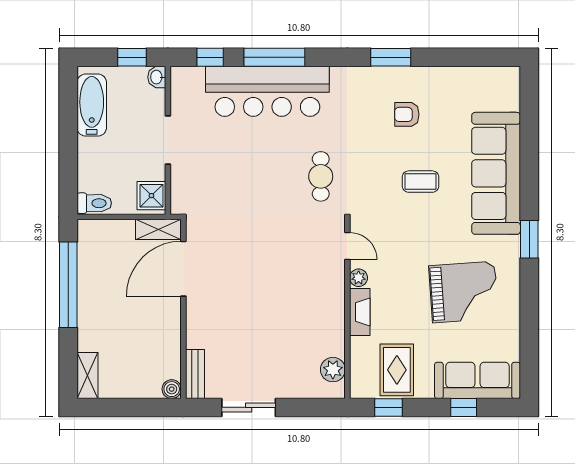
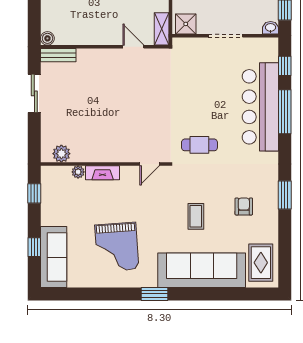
door: (183, 269) -> (133, 47), width x0.53
plant: (359, 278) -> (78, 172), moved
rug: (397, 370) -> (261, 263), moved, turned 90

